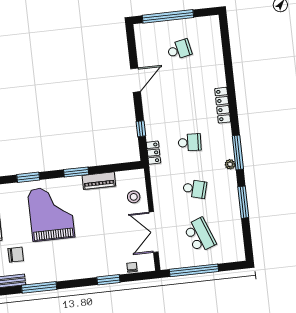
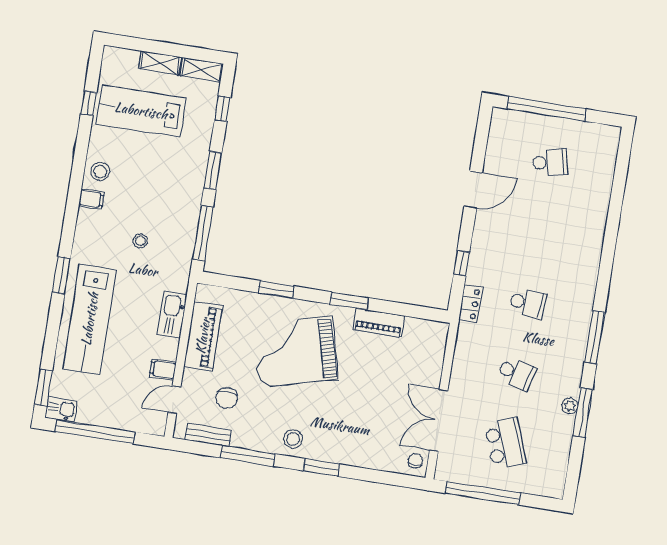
locker: (223, 105) -> (591, 262), removed
plant: (230, 164) -> (570, 406), moved
stool: (134, 197) -> (293, 439), moved
grand piano: (51, 213) -> (295, 352), turned -105
chair: (16, 255) -> (227, 398), turned 90
chair: (132, 267) -> (415, 461), moved
window: (108, 280) -> (321, 467), moved

